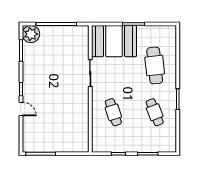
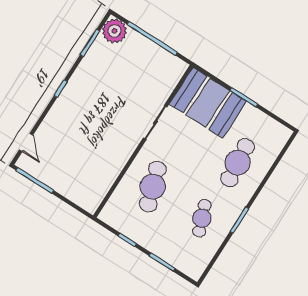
door: (21, 109) -> (26, 142), moved
cafe table: (113, 112) -> (153, 187), width x1.37, depth x1.35

